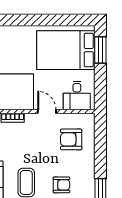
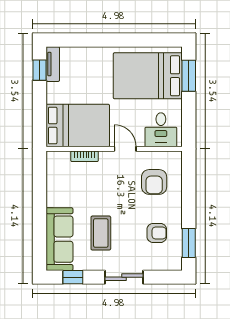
armchair: (71, 139) -> (154, 182), turned -90
armchair: (62, 185) -> (157, 233), moved

